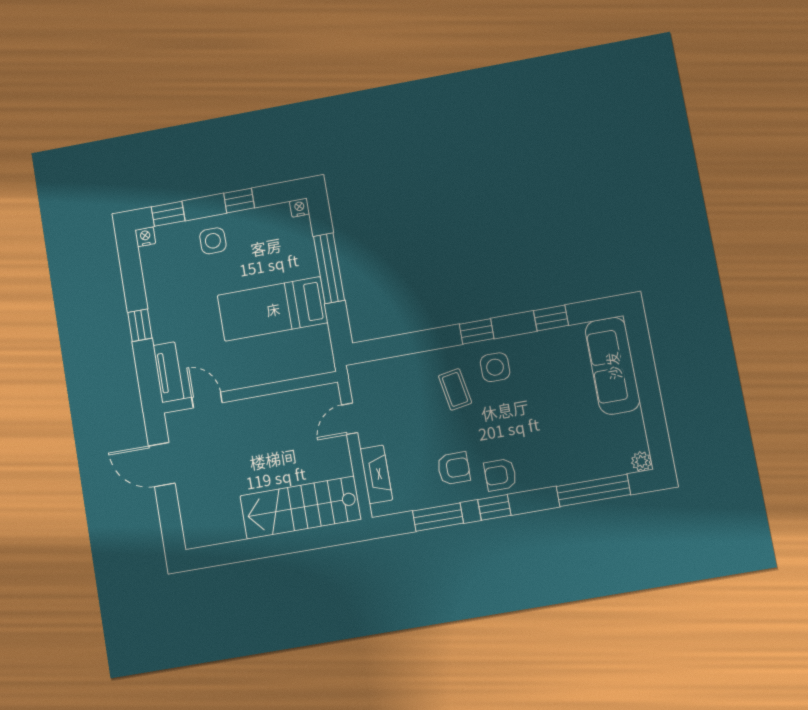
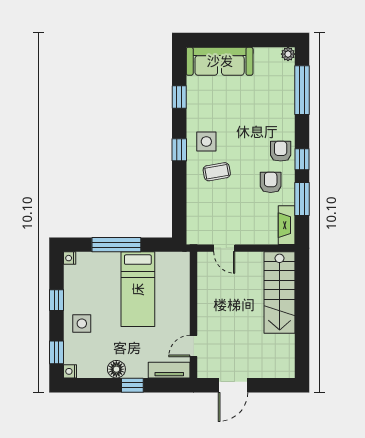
floor lamp: (158, 299) -> (116, 369), added
fireplace: (376, 474) -> (287, 225), moved, turned -90
armchair: (500, 475) -> (281, 151), turned 180

